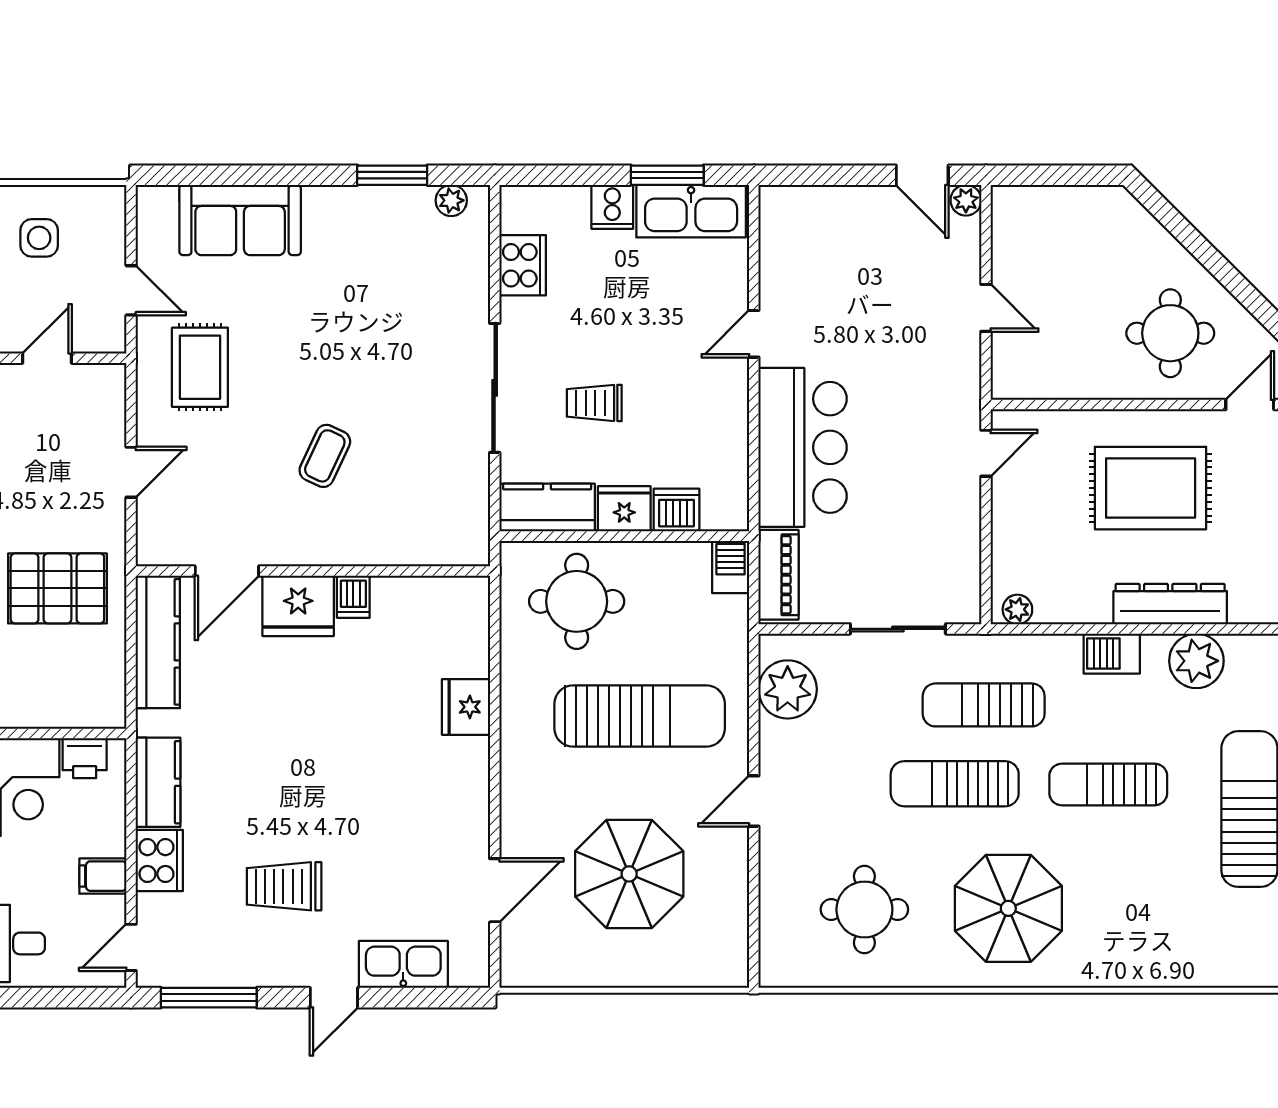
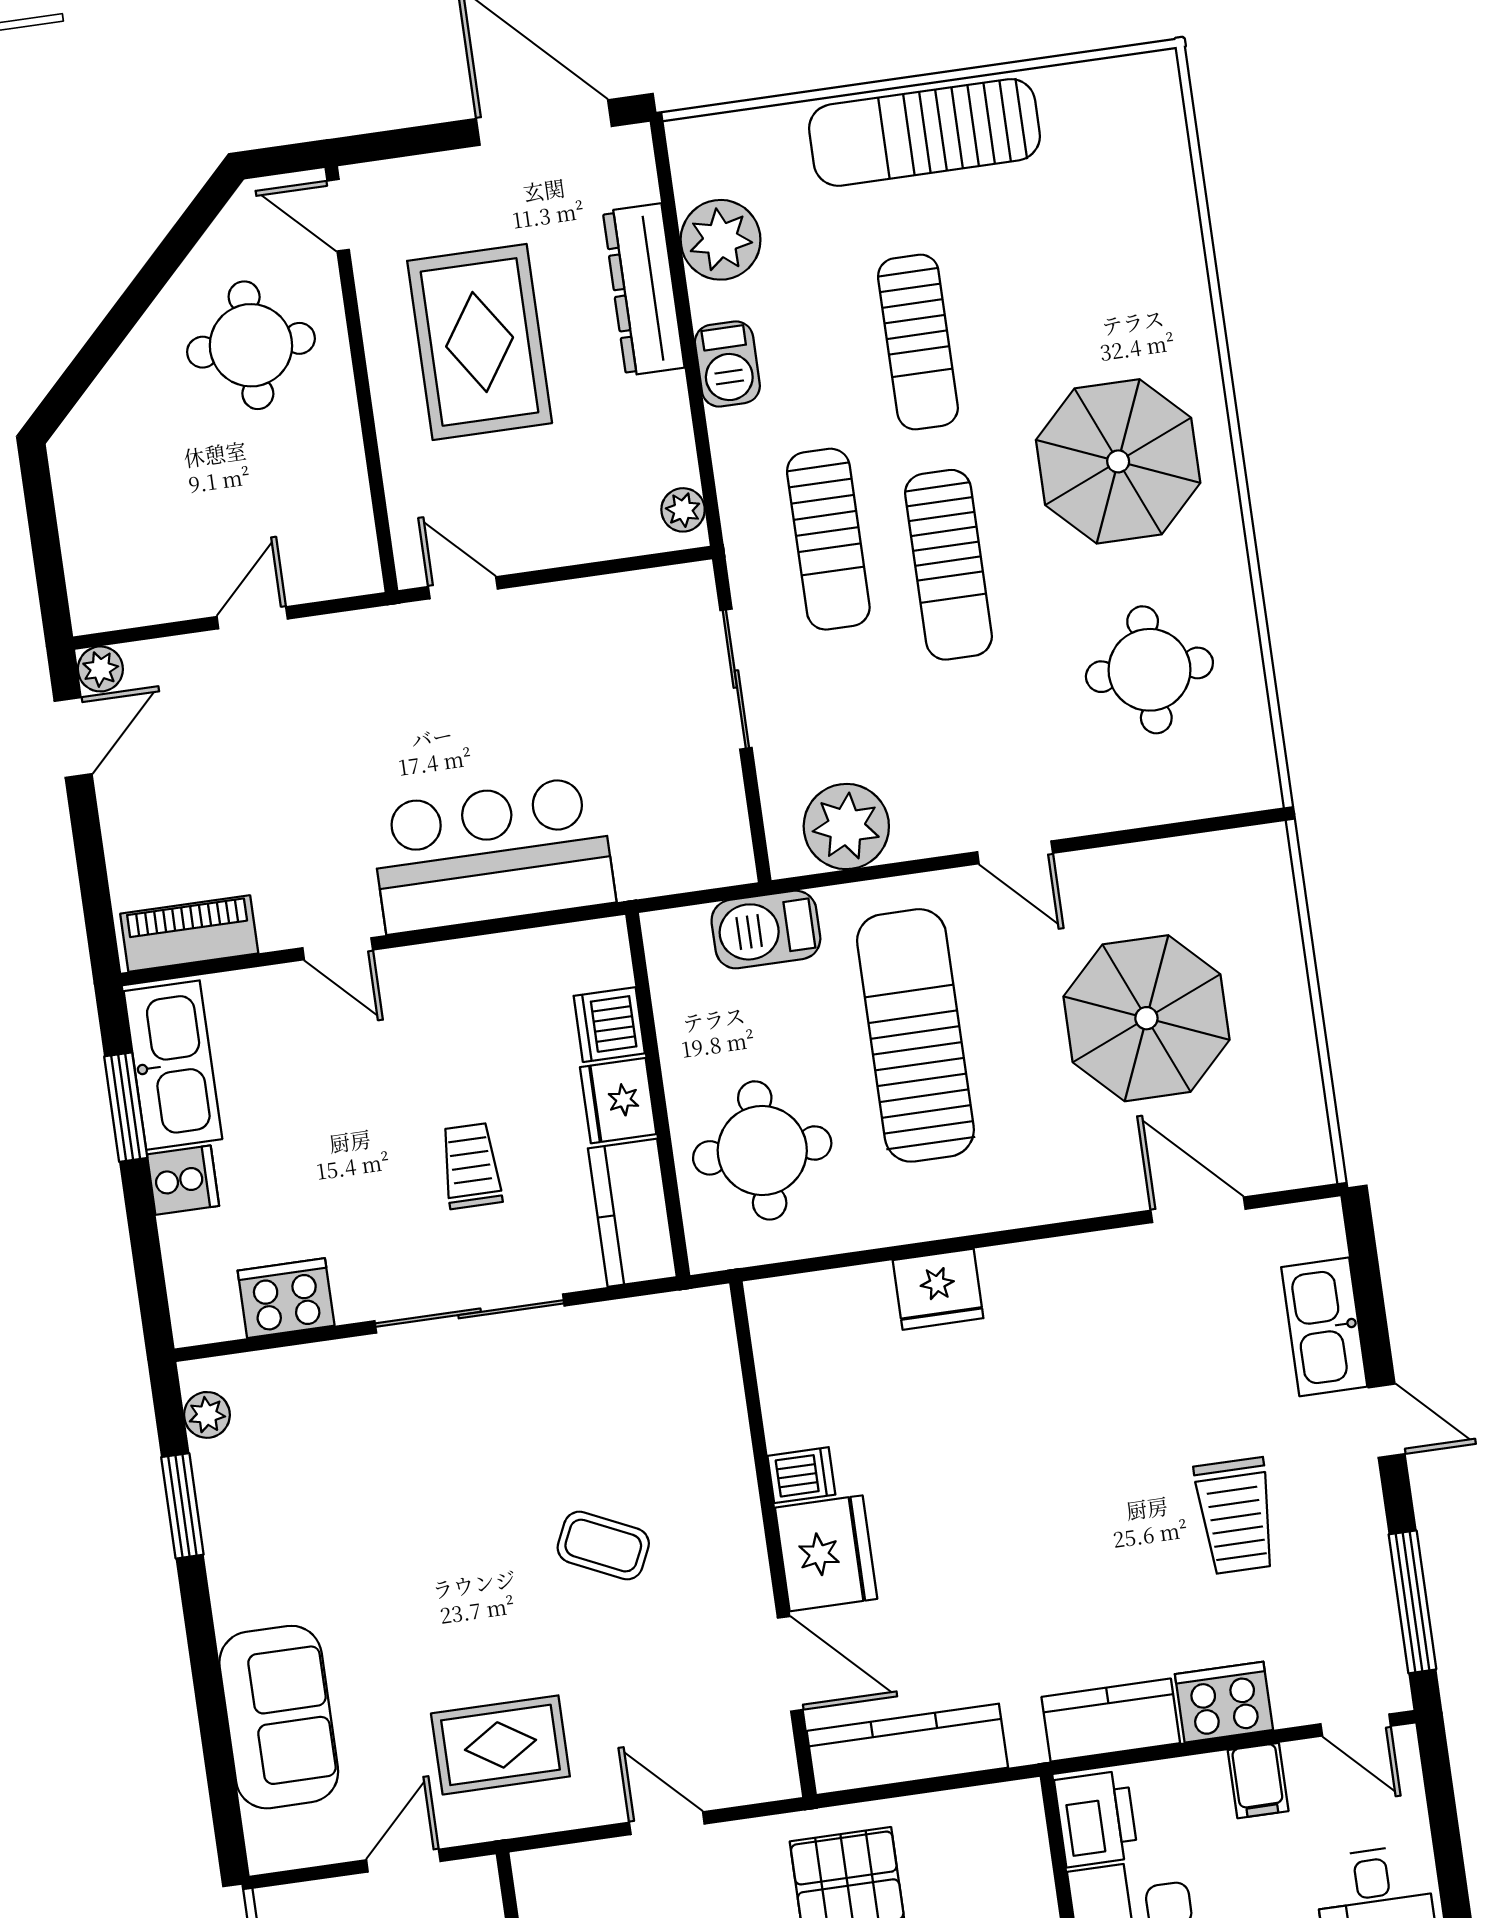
trolley: (594, 403) -> (471, 1166), turned 180
barbecue: (731, 567) -> (766, 930), moved, width x1.38, depth x1.27
piano: (778, 575) -> (189, 933), moved
printer: (85, 758) -> (1096, 1819), width x1.36, depth x1.24

